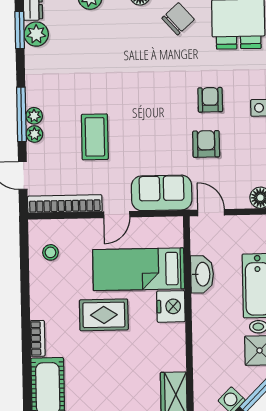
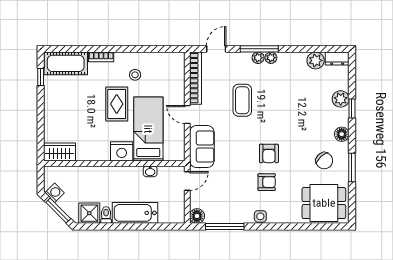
window: (20, 30) -> (319, 49), removed
plant: (34, 134) -> (271, 58), moved
coffee table: (95, 137) -> (242, 100), turned 90
armchair: (206, 144) -> (269, 153), moved, turned 90
stool: (50, 252) -> (135, 75), moved
washbasin: (202, 274) -> (150, 171), width x0.52, depth x0.69

